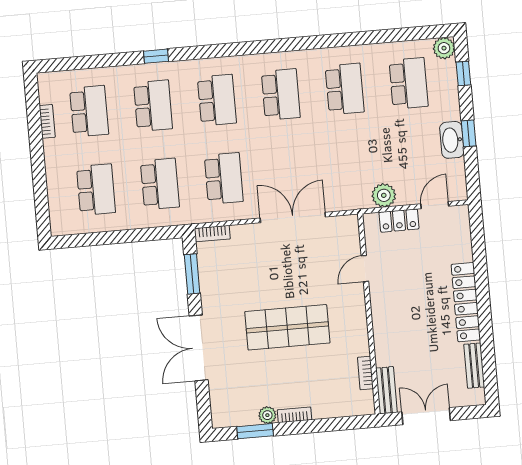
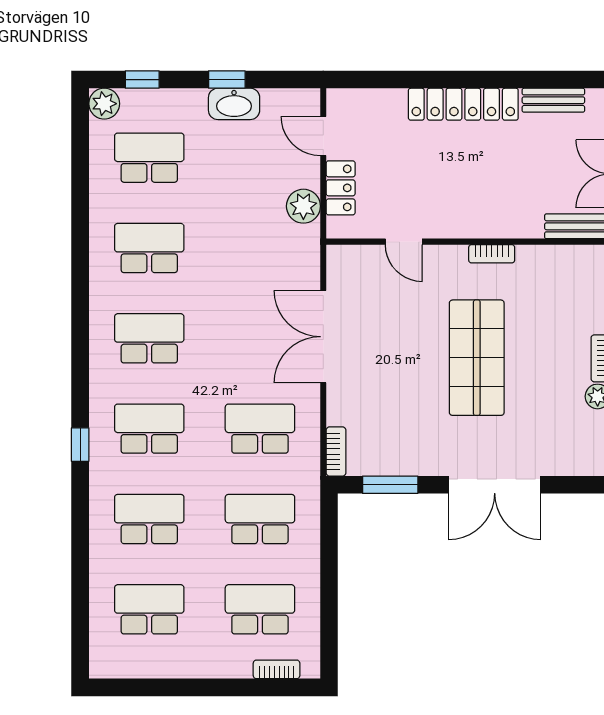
window: (156, 56) -> (80, 445), moved
bookcase: (47, 121) -> (277, 669), moved
bookcase: (365, 373) -> (492, 254), moved

